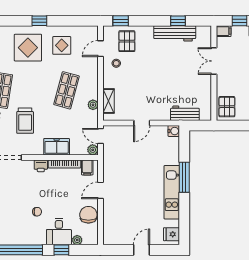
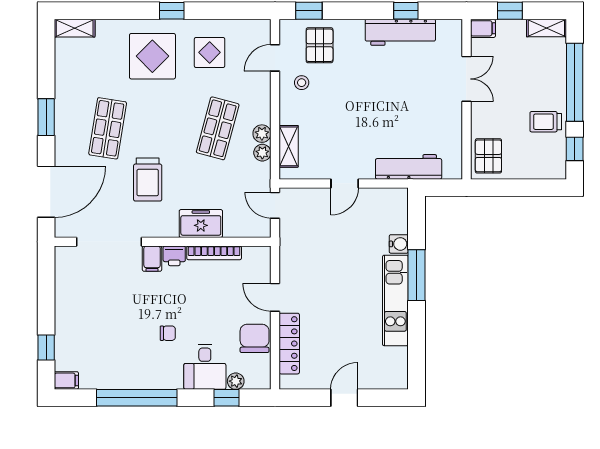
double door: (214, 61) -> (466, 79), swing flipped
workbench: (185, 113) -> (409, 167), width x1.38
water cooler: (174, 131) -> (399, 244), moved
plant: (93, 150) -> (262, 134), moved
filing cabinet: (87, 167) -> (152, 259), moved
door: (100, 190) -> (275, 297), hinge flipped
locker: (109, 218) -> (289, 344), added
fridge: (171, 234) -> (395, 371), removed
window: (61, 250) -> (227, 398), moved

